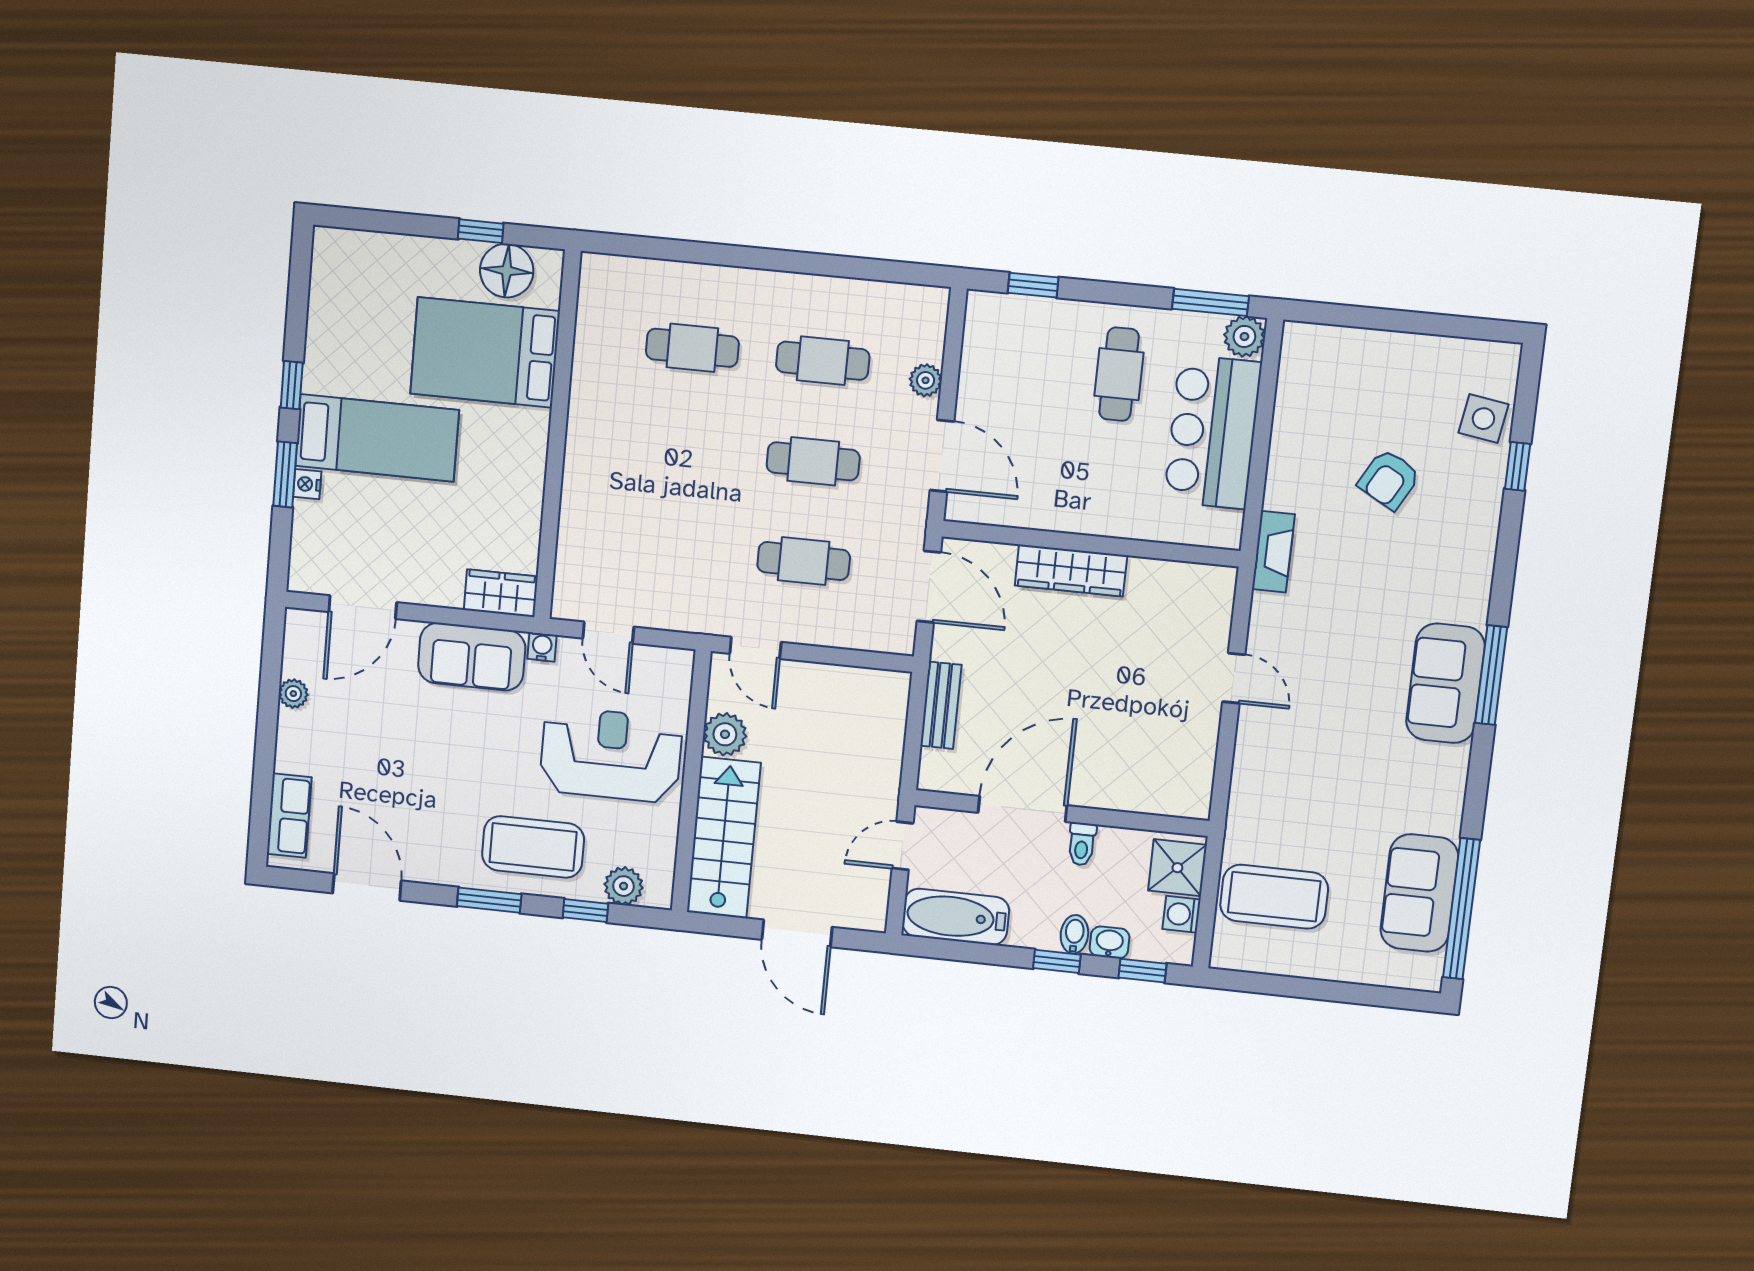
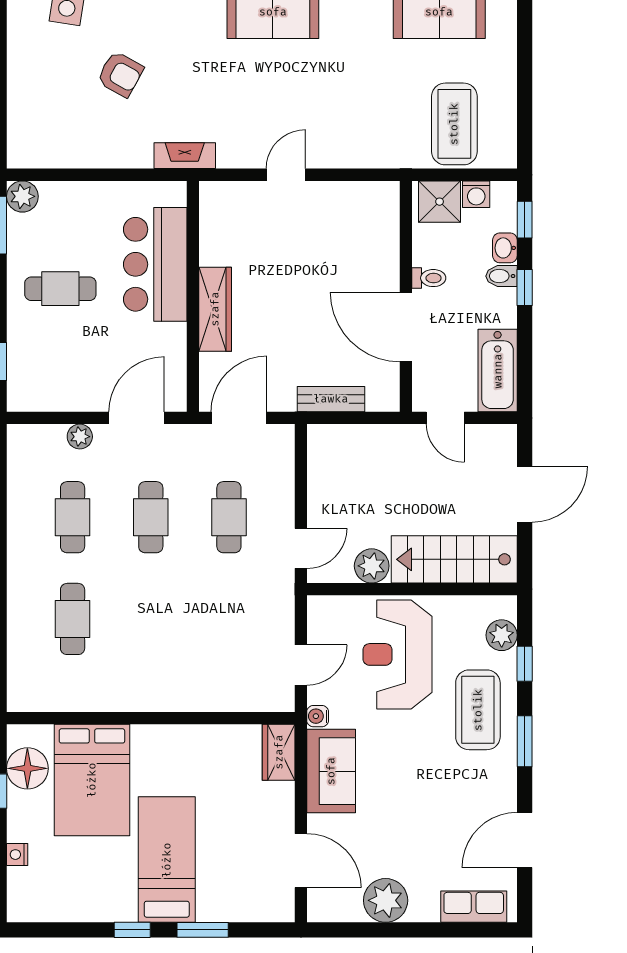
bar counter: (1213, 432) -> (155, 264), moved, turned 90
nightstand: (307, 484) -> (17, 855), moved, turned 90
plant: (293, 694) -> (386, 900), width x1.88, depth x1.88

